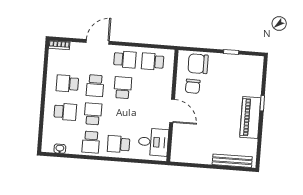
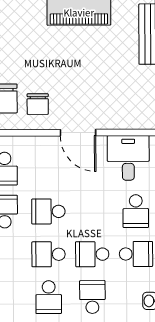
school desk: (95, 86) -> (49, 254), turned 180
chair: (193, 86) -> (38, 104), turned 88
door: (172, 111) -> (78, 133), swing flipped

